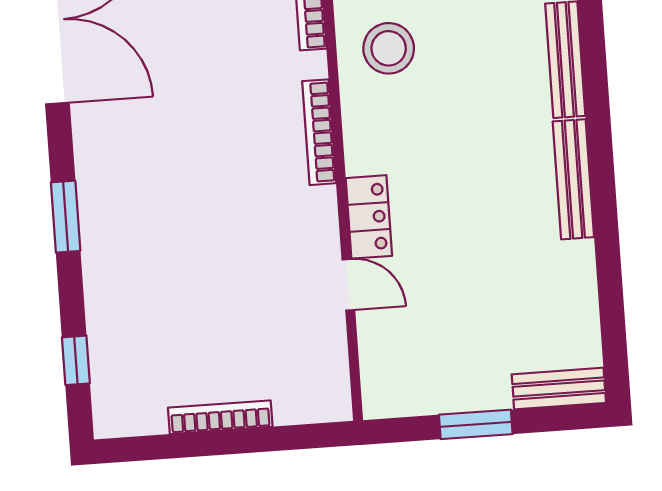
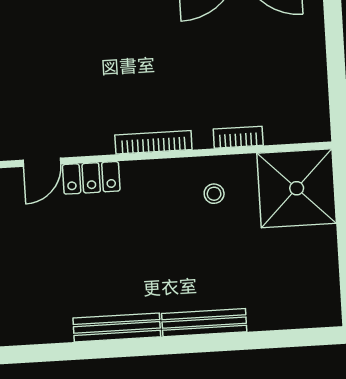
stool: (389, 48) -> (214, 194), width x0.53, depth x0.53

